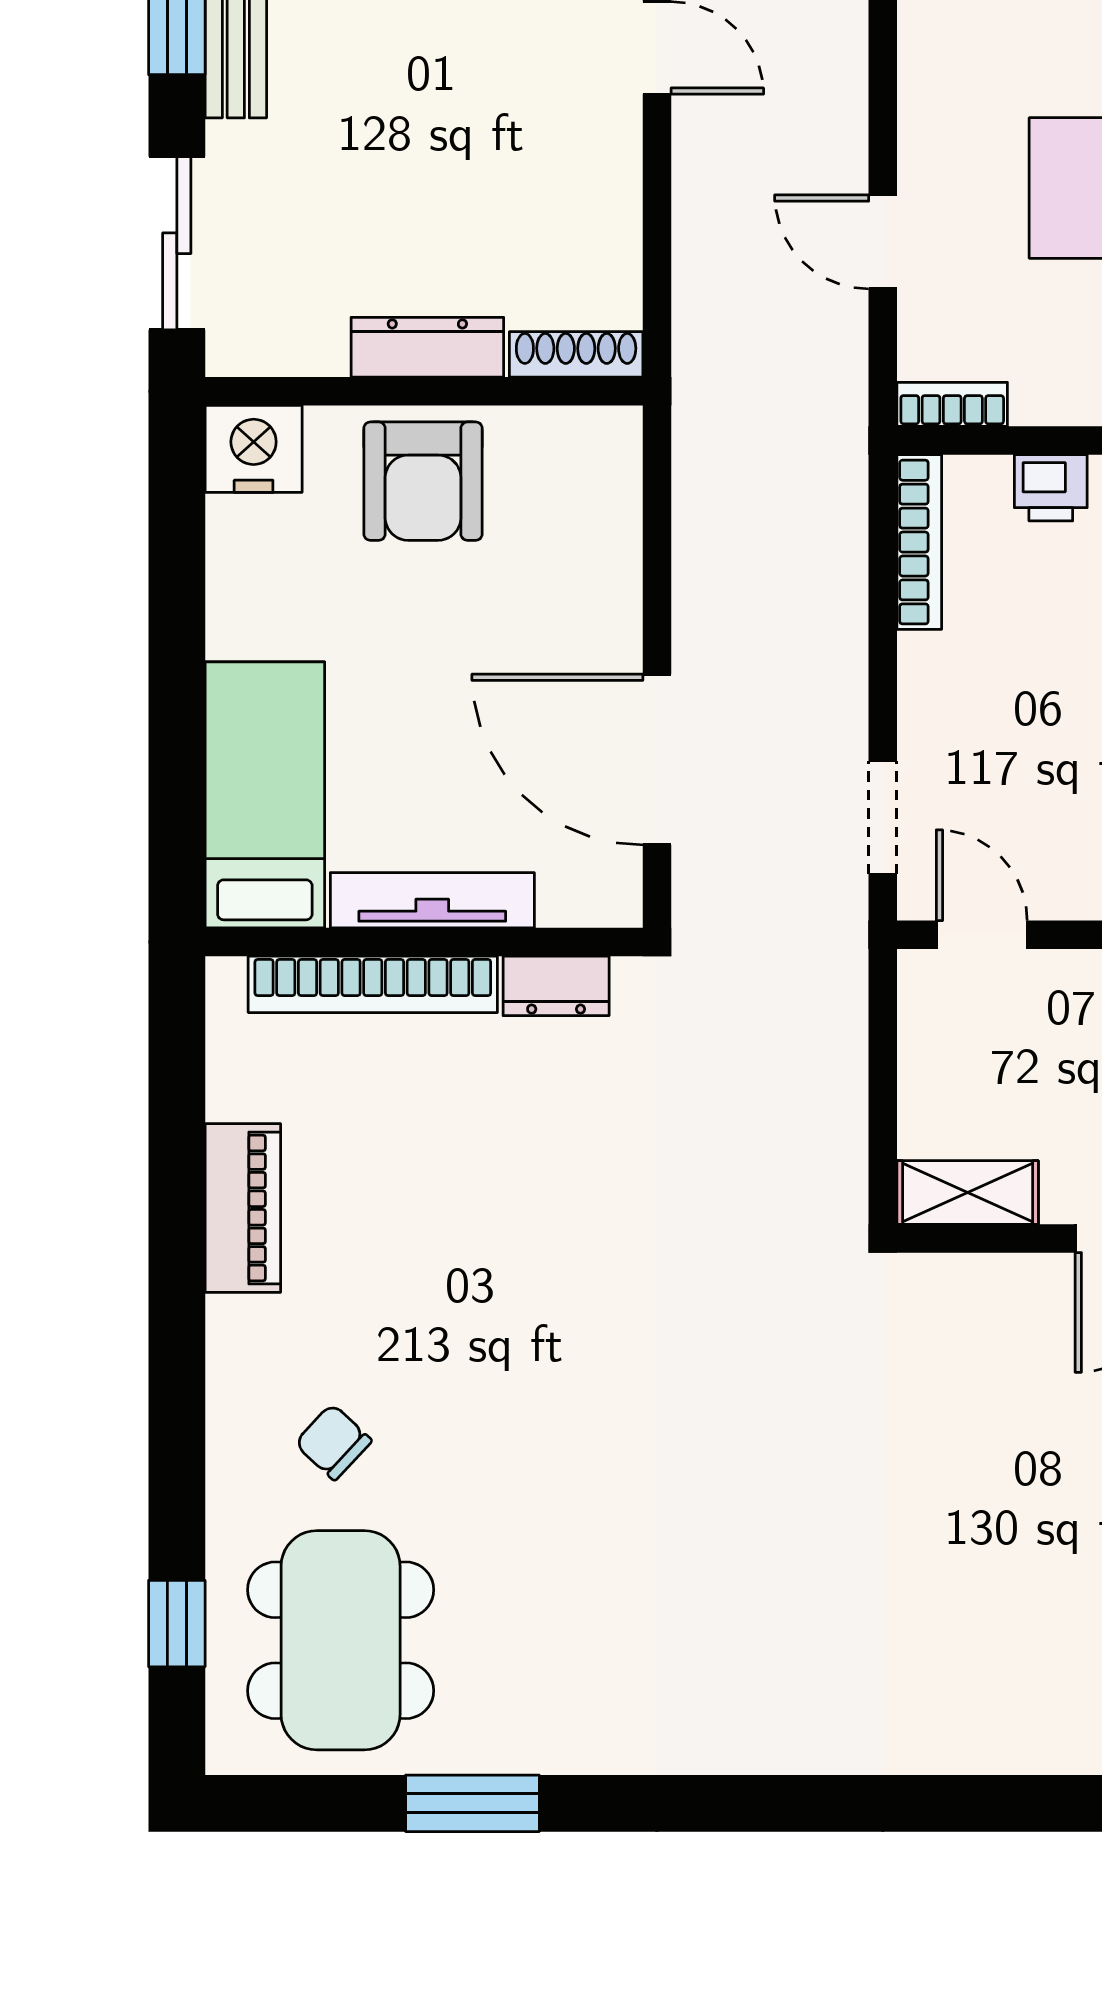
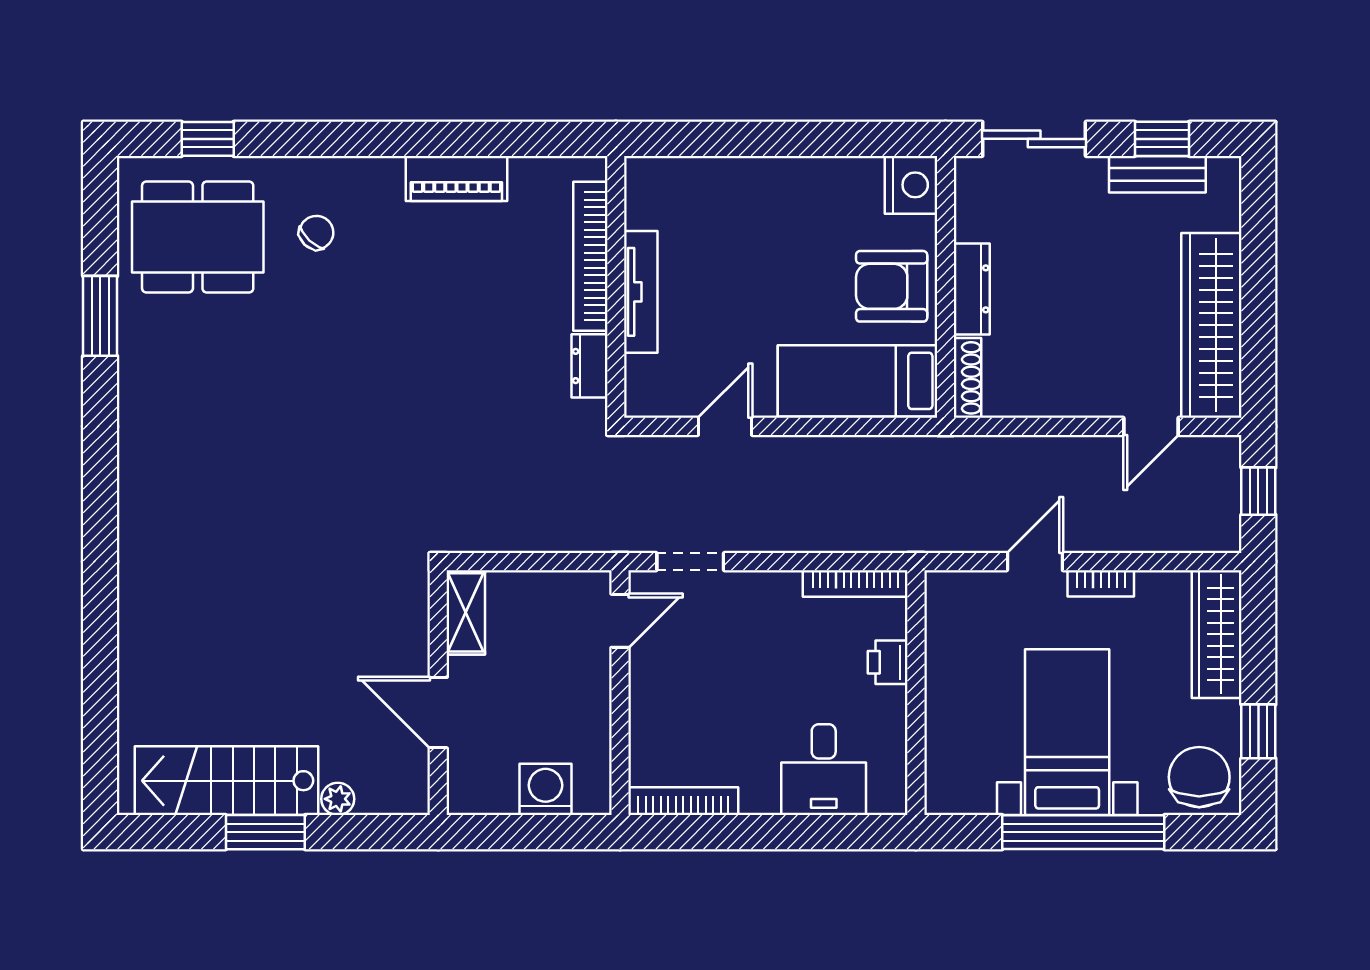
bookcase: (952, 404) -> (1101, 583), moved, turned 90
door: (657, 760) -> (725, 426), width x0.53
bed: (265, 795) -> (857, 381), moved, turned 180

